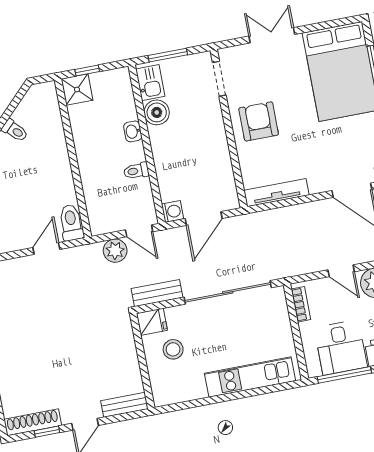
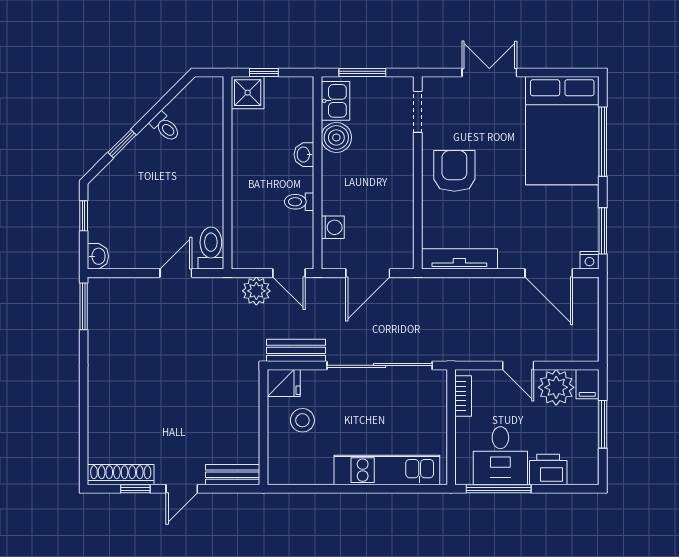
washing machine: (172, 211) -> (333, 227), moved

